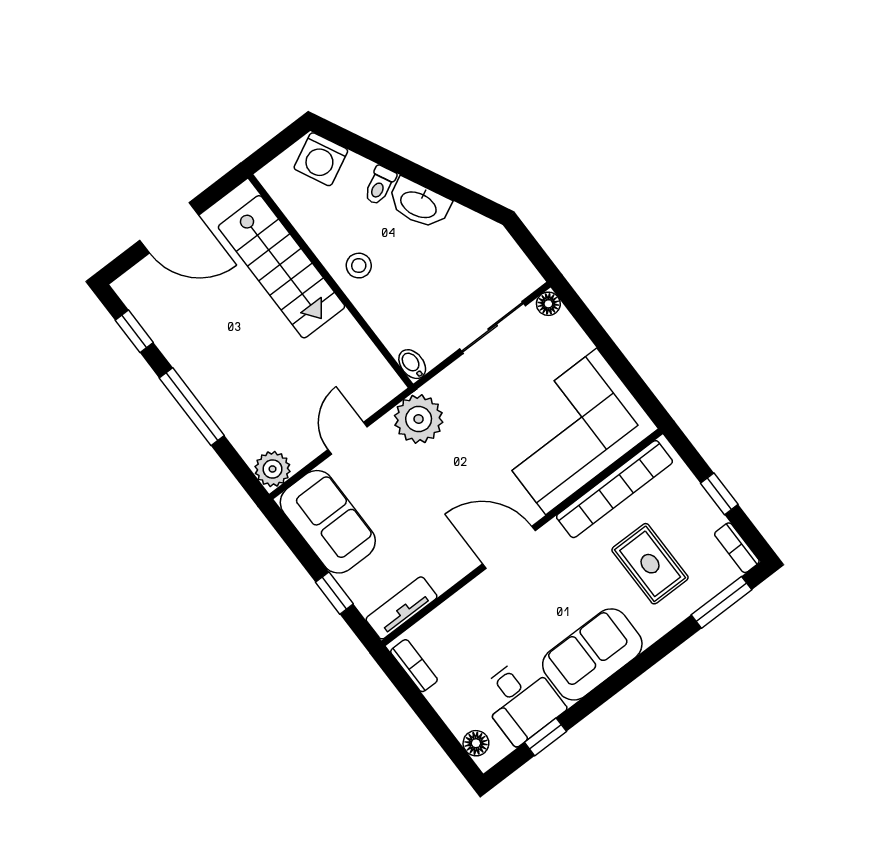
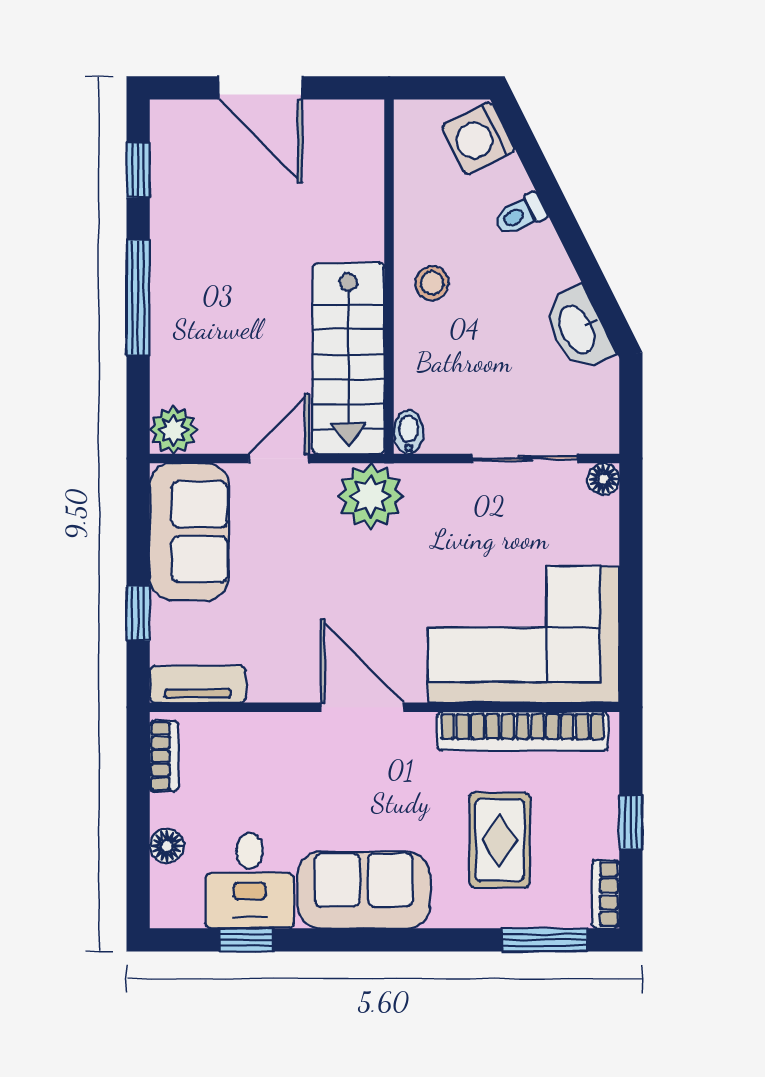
washbasin: (419, 204) -> (578, 329), moved
stairs: (282, 267) -> (348, 358), moved
floor lamp: (476, 743) -> (167, 846), moved

